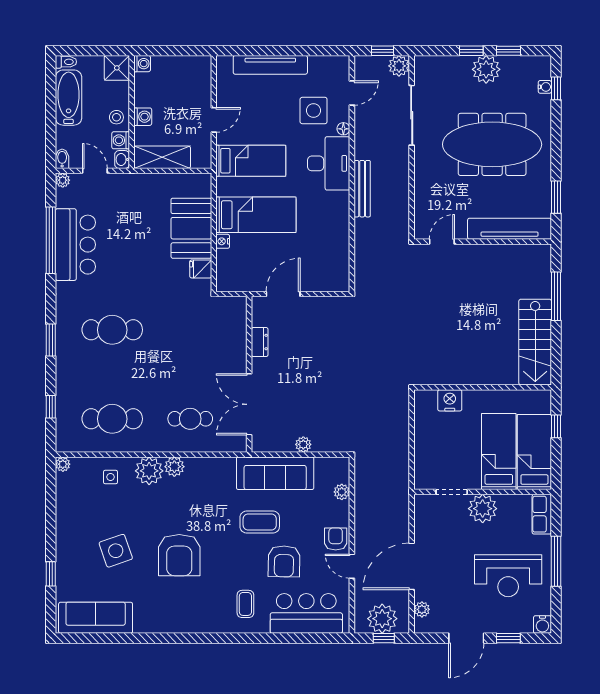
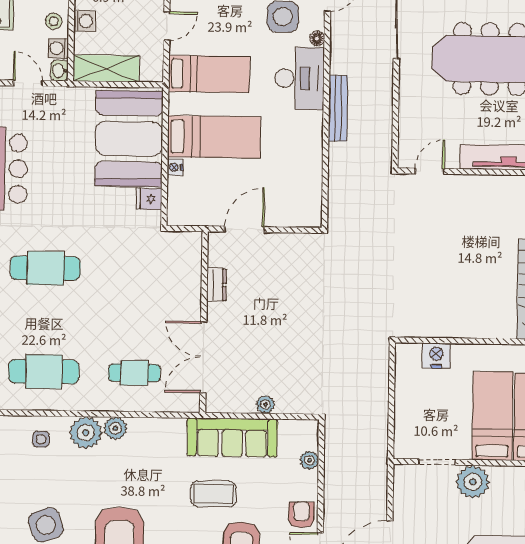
booth: (191, 228) -> (129, 139), width x1.36, depth x1.42

